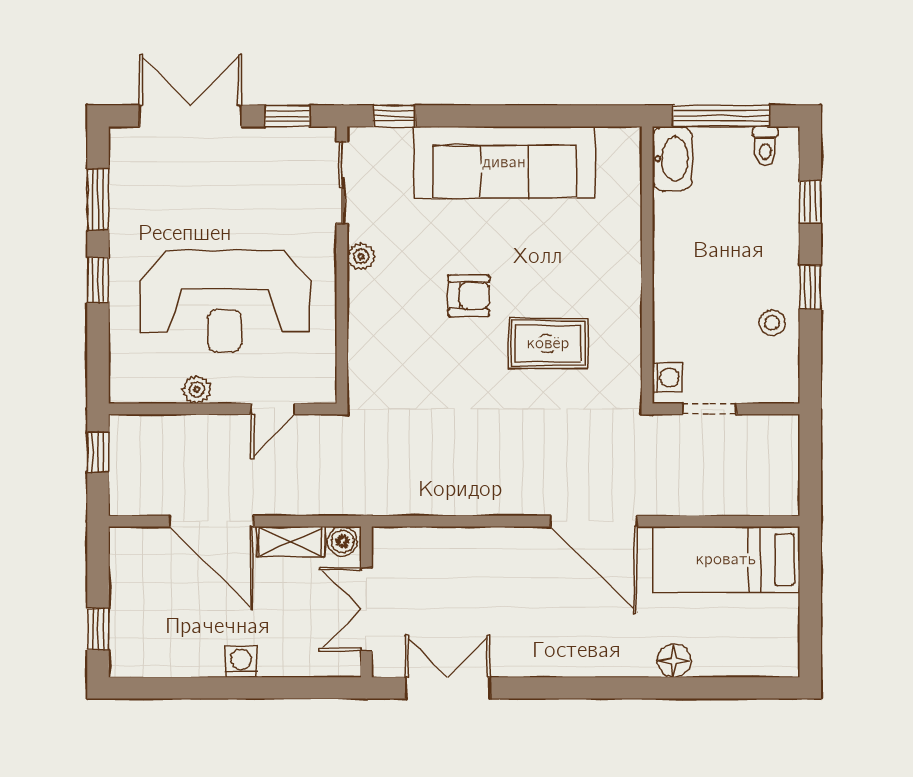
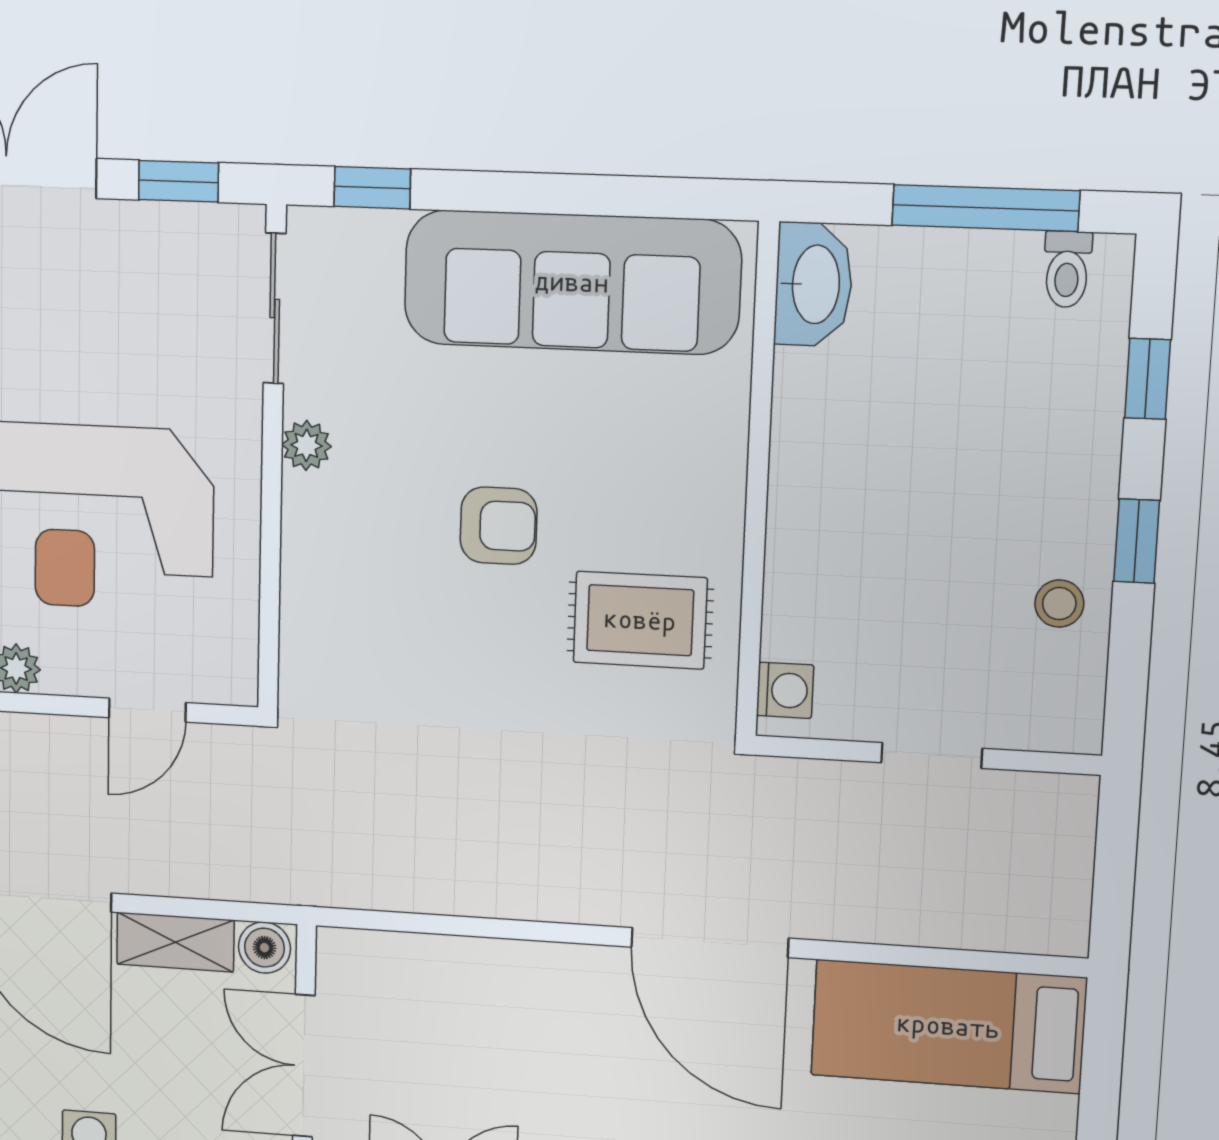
washbasin: (672, 159) -> (814, 284), moved
wall: (647, 265) -> (757, 482), moved
washing machine: (667, 378) -> (785, 690), moved

